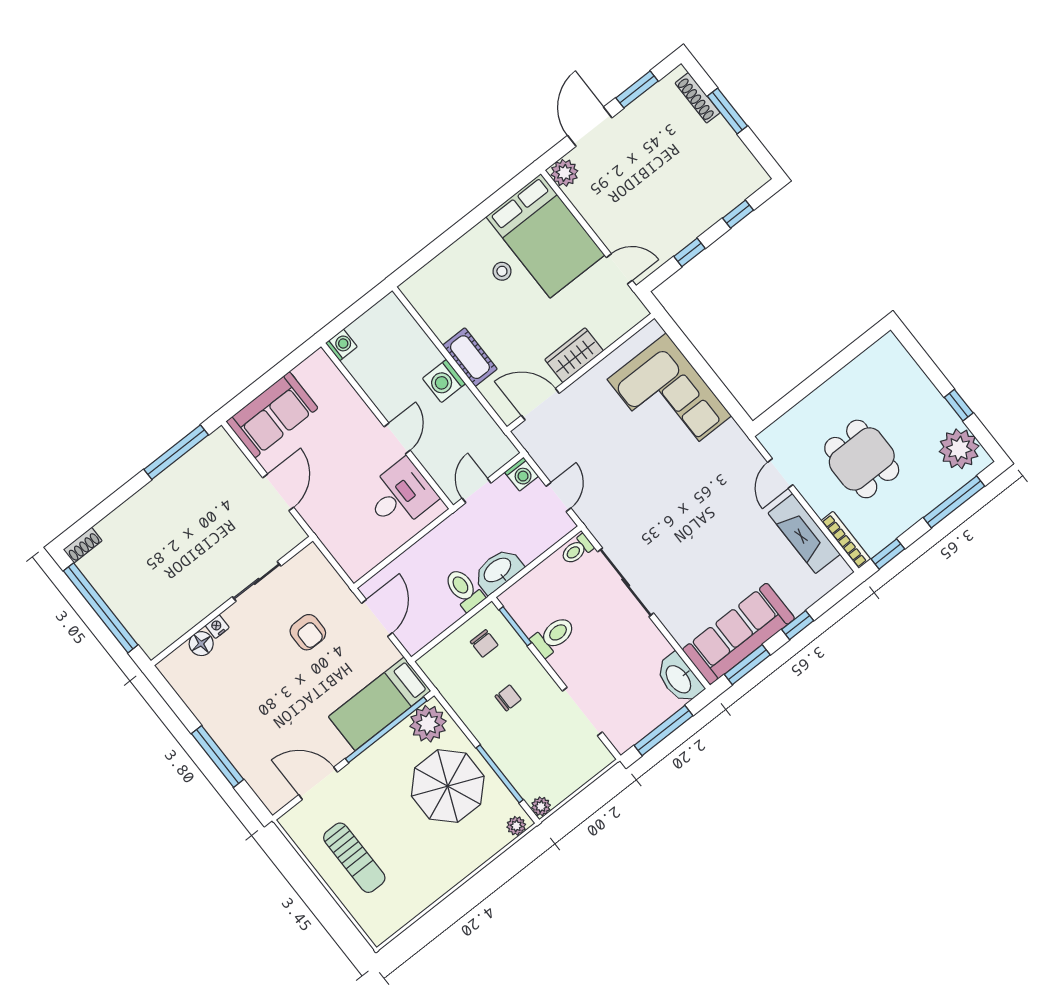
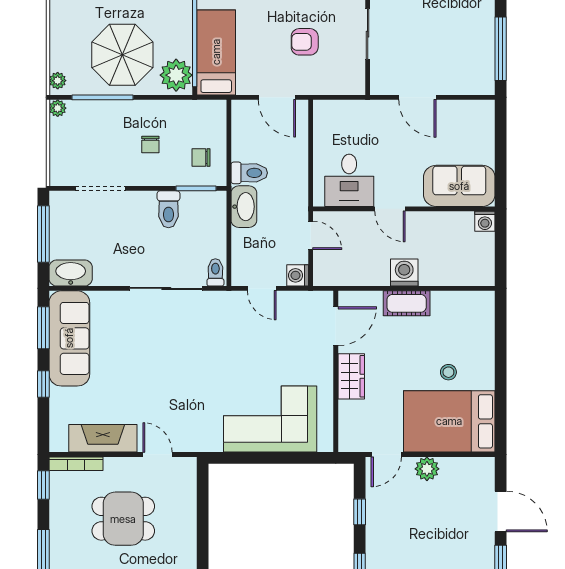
plant: (564, 173) -> (427, 469), moved
sofa: (272, 415) -> (459, 186), moved, turned 90

